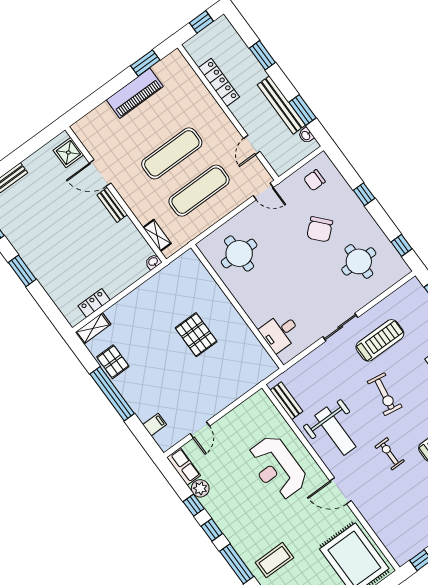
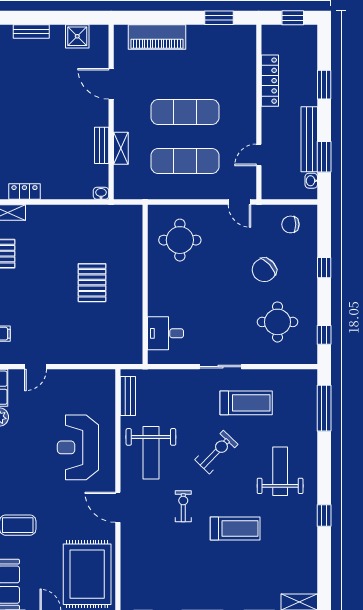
piano: (135, 93) -> (157, 37), moved
shower: (68, 152) -> (77, 36), moved
bench: (112, 205) -> (102, 145), moved
shelving: (157, 235) -> (121, 148), moved
exercise bike: (385, 394) -> (216, 452), turned -145

